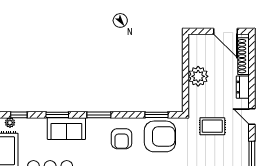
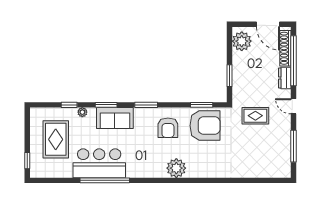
window: (252, 69) -> (293, 61), added
plant: (198, 76) -> (242, 41), moved
window: (185, 85) -> (229, 76), added
plant: (10, 123) -> (82, 112), moved

